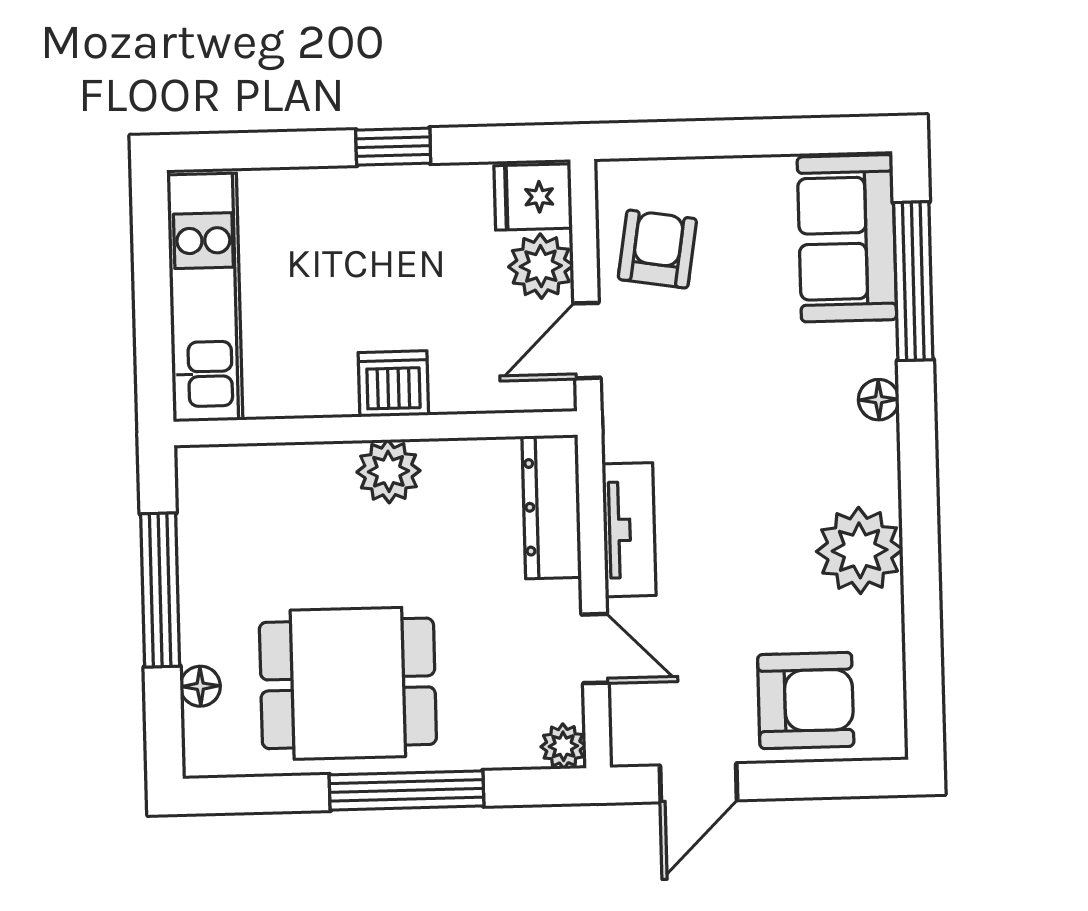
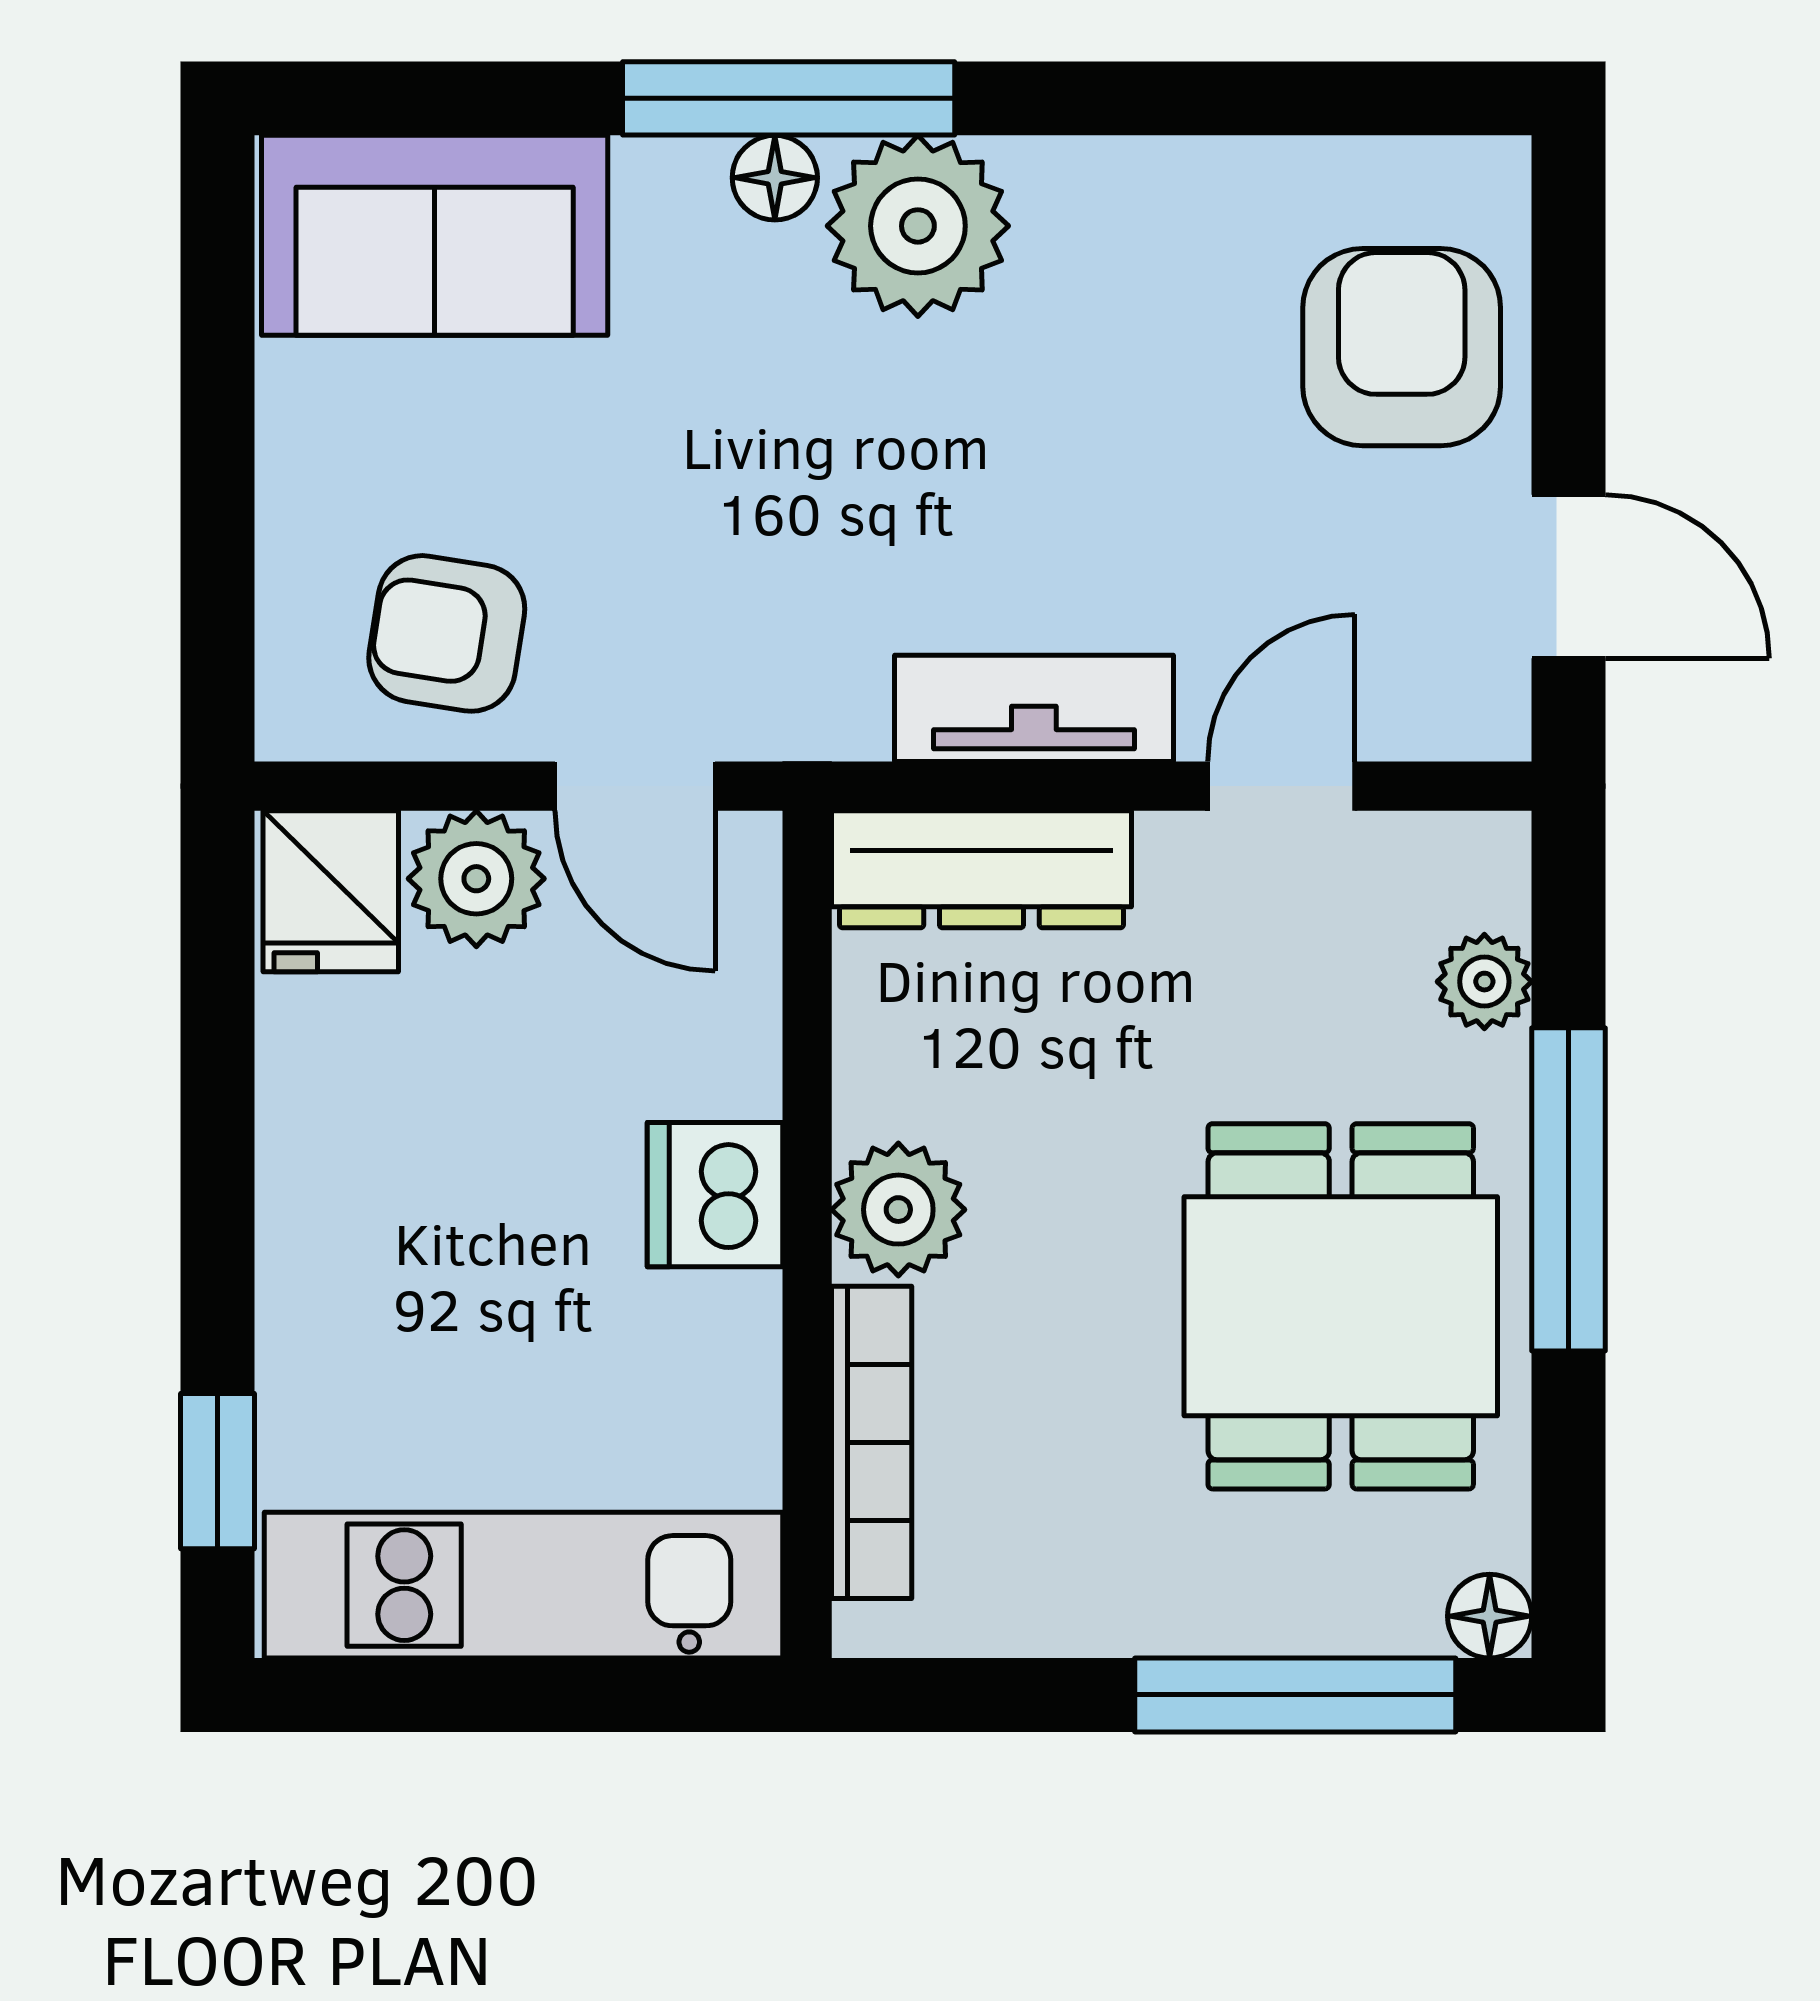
window: (393, 147) -> (218, 1471), moved
window: (913, 281) -> (789, 98), moved
bookcase: (277, 462) -> (872, 1442), added
plant: (860, 550) -> (918, 226), moved
window: (160, 590) -> (1295, 1695), moved
floor lamp: (200, 686) -> (1490, 1616), moved
plant: (563, 746) -> (1484, 982), moved

